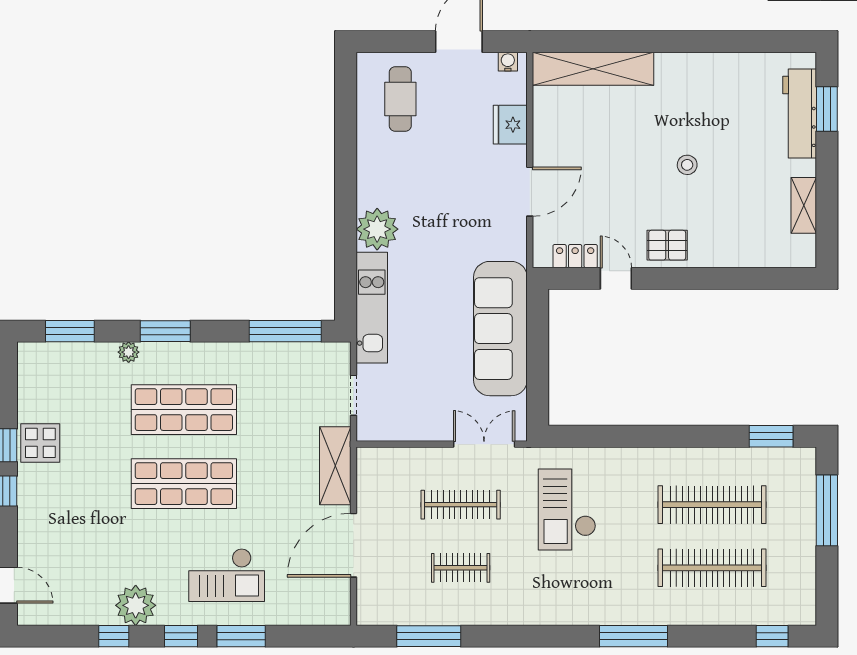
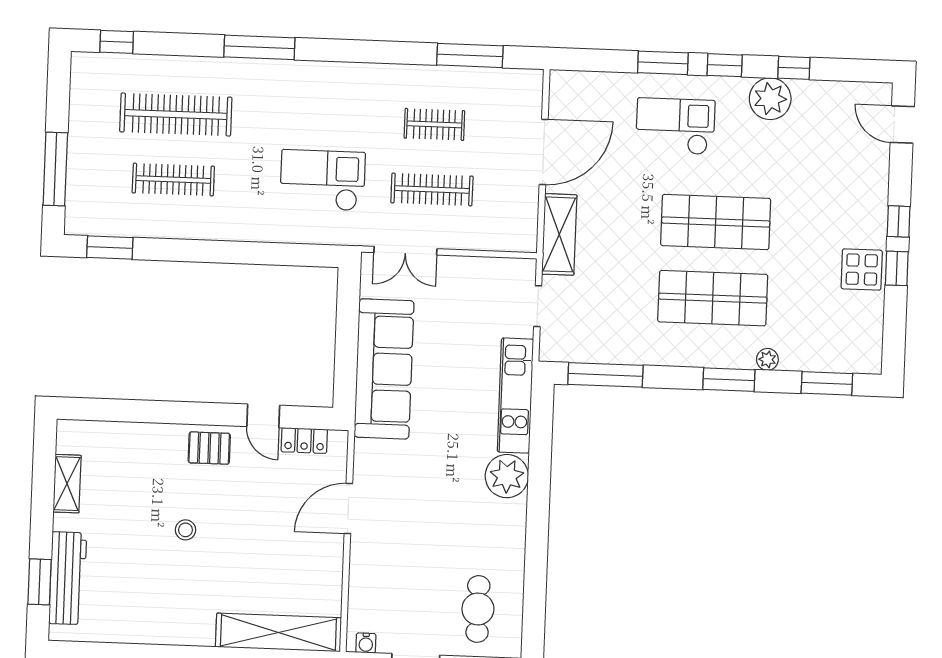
fridge: (510, 125) -> (366, 578), removed
clothes rail: (712, 505) -> (173, 180), width x0.73, depth x0.76
checkout: (567, 509) -> (323, 180), turned -90

